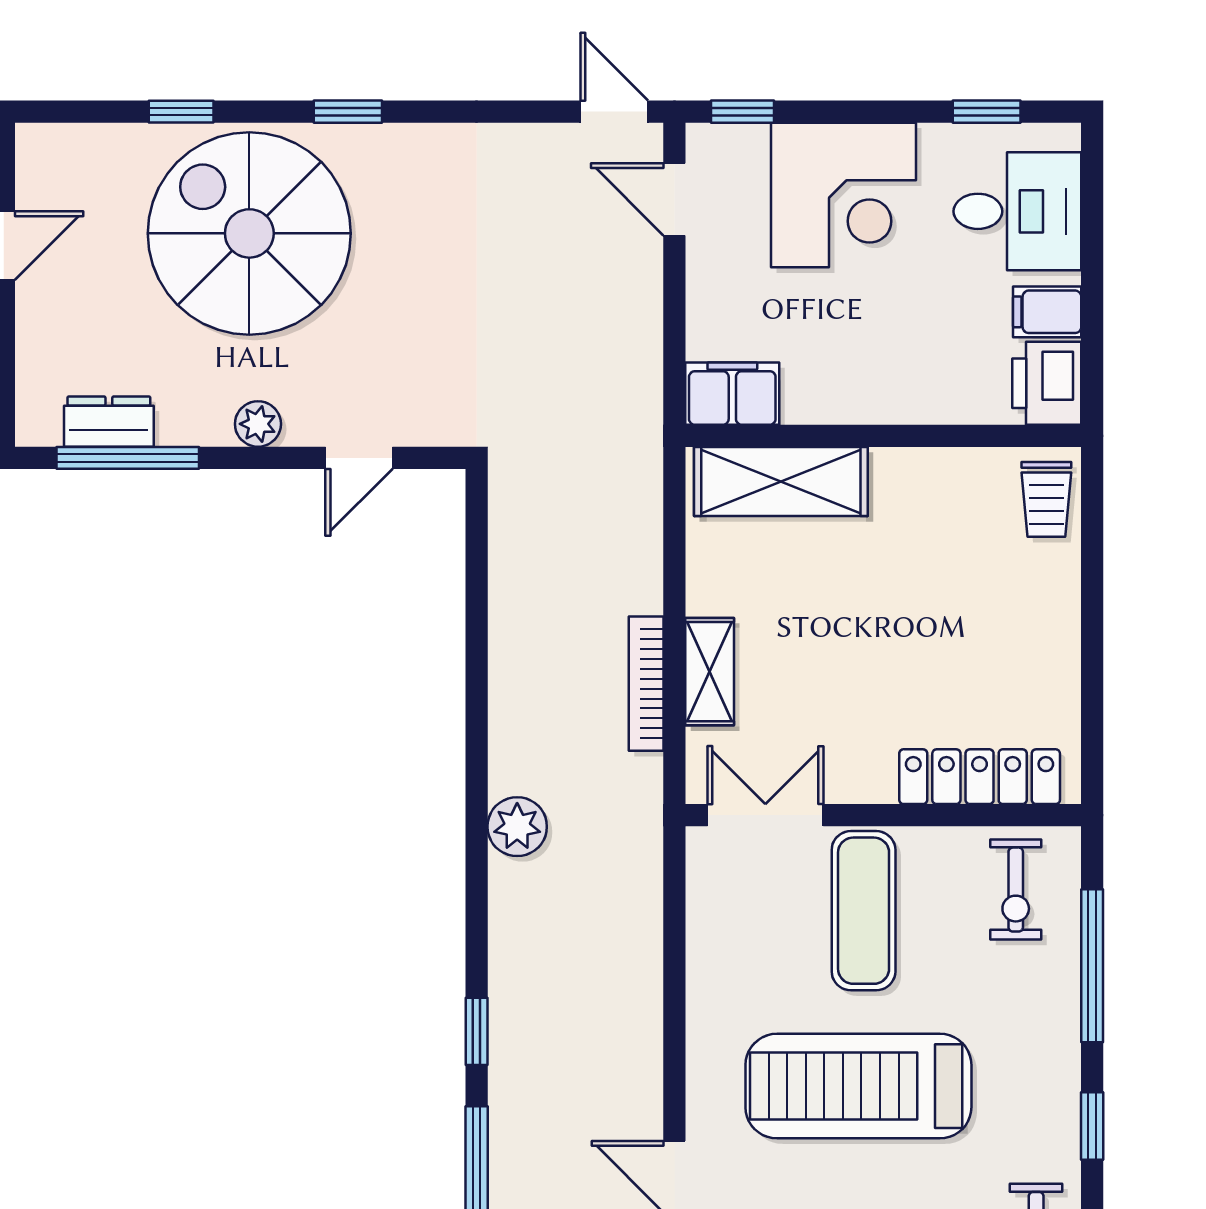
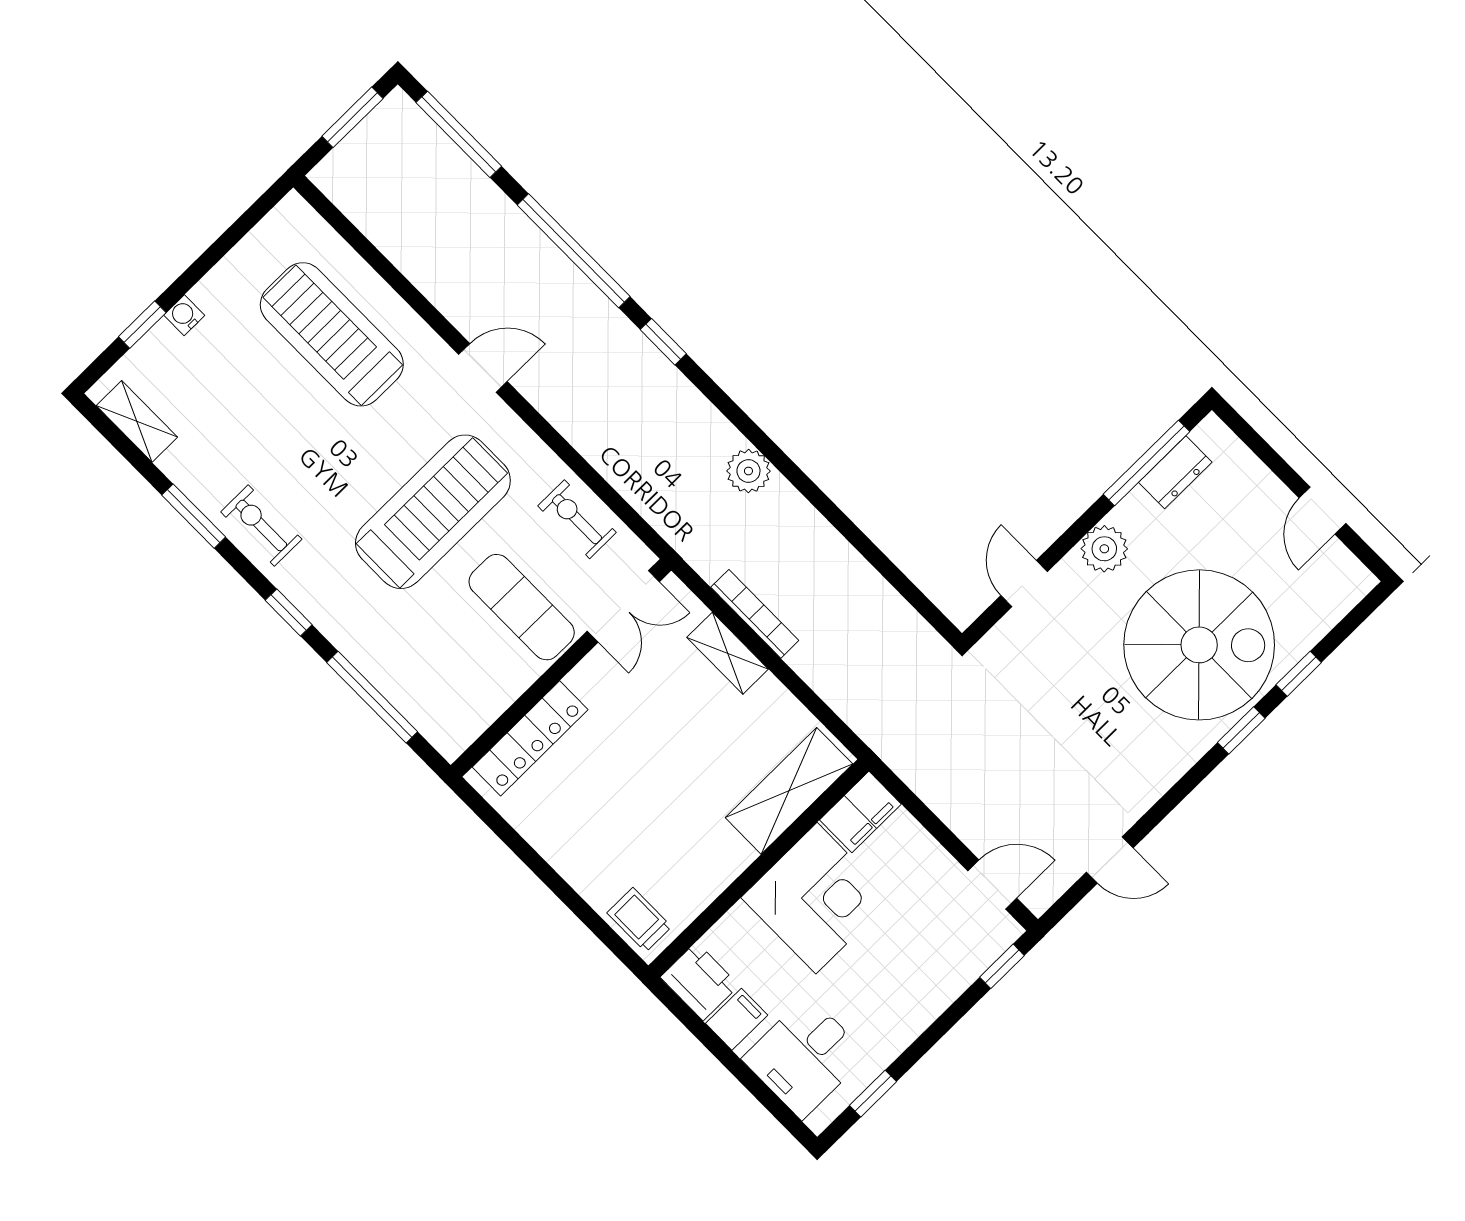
window: (348, 112) -> (1241, 730), moved
door: (614, 112) -> (1110, 860), moved
corner desk: (843, 195) -> (816, 898), moved, turned 180
plant: (258, 424) -> (1104, 549), width x1.38, depth x1.38
exercise bike: (1016, 890) -> (577, 519), moved

